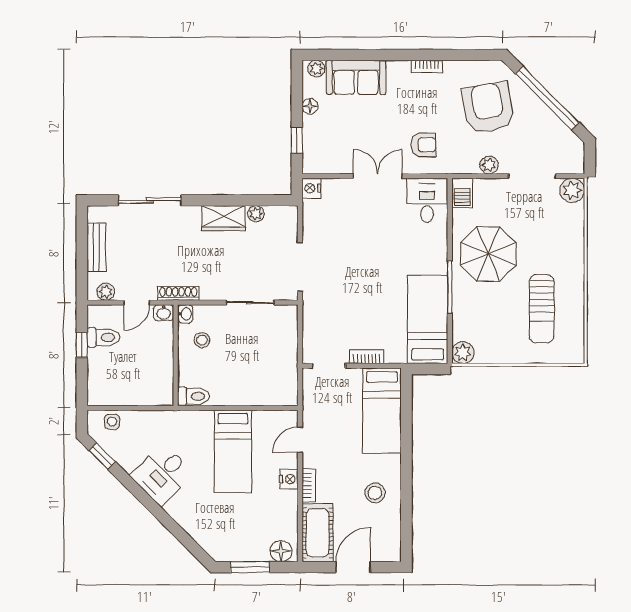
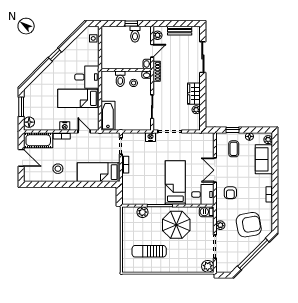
coffee table: (335, 138) -> (234, 149), added
double door: (378, 176) -> (215, 170), swing flipped
nightstand: (311, 188) -> (150, 137), moved
door: (137, 303) -> (152, 51), swing flipped
bed: (428, 319) -> (175, 183), moved, turned -90
plant: (463, 353) -> (142, 212), moved
bathtub: (268, 392) -> (108, 116), added
toilet: (193, 396) -> (120, 79), moved
window: (102, 456) -> (55, 55), moved
desk: (162, 474) -> (87, 77), moved, turned 135

